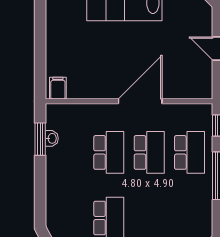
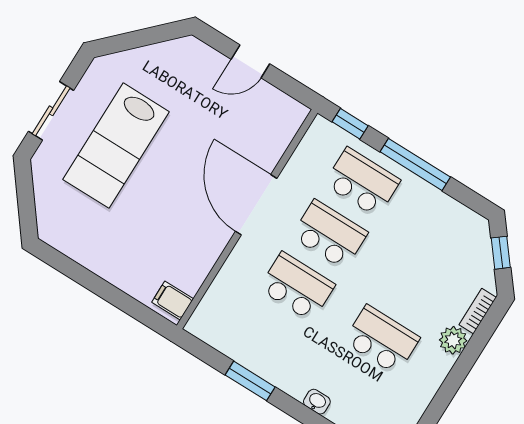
washbasin: (52, 138) -> (317, 402), moved
window: (40, 139) -> (250, 381), moved

